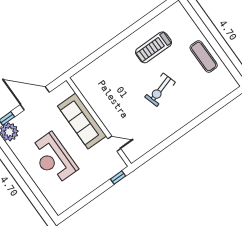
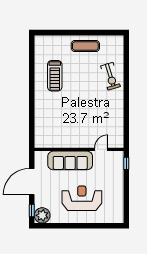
exercise bike: (160, 90) -> (110, 76), moved
reception desk: (53, 158) -> (82, 198), turned 180

